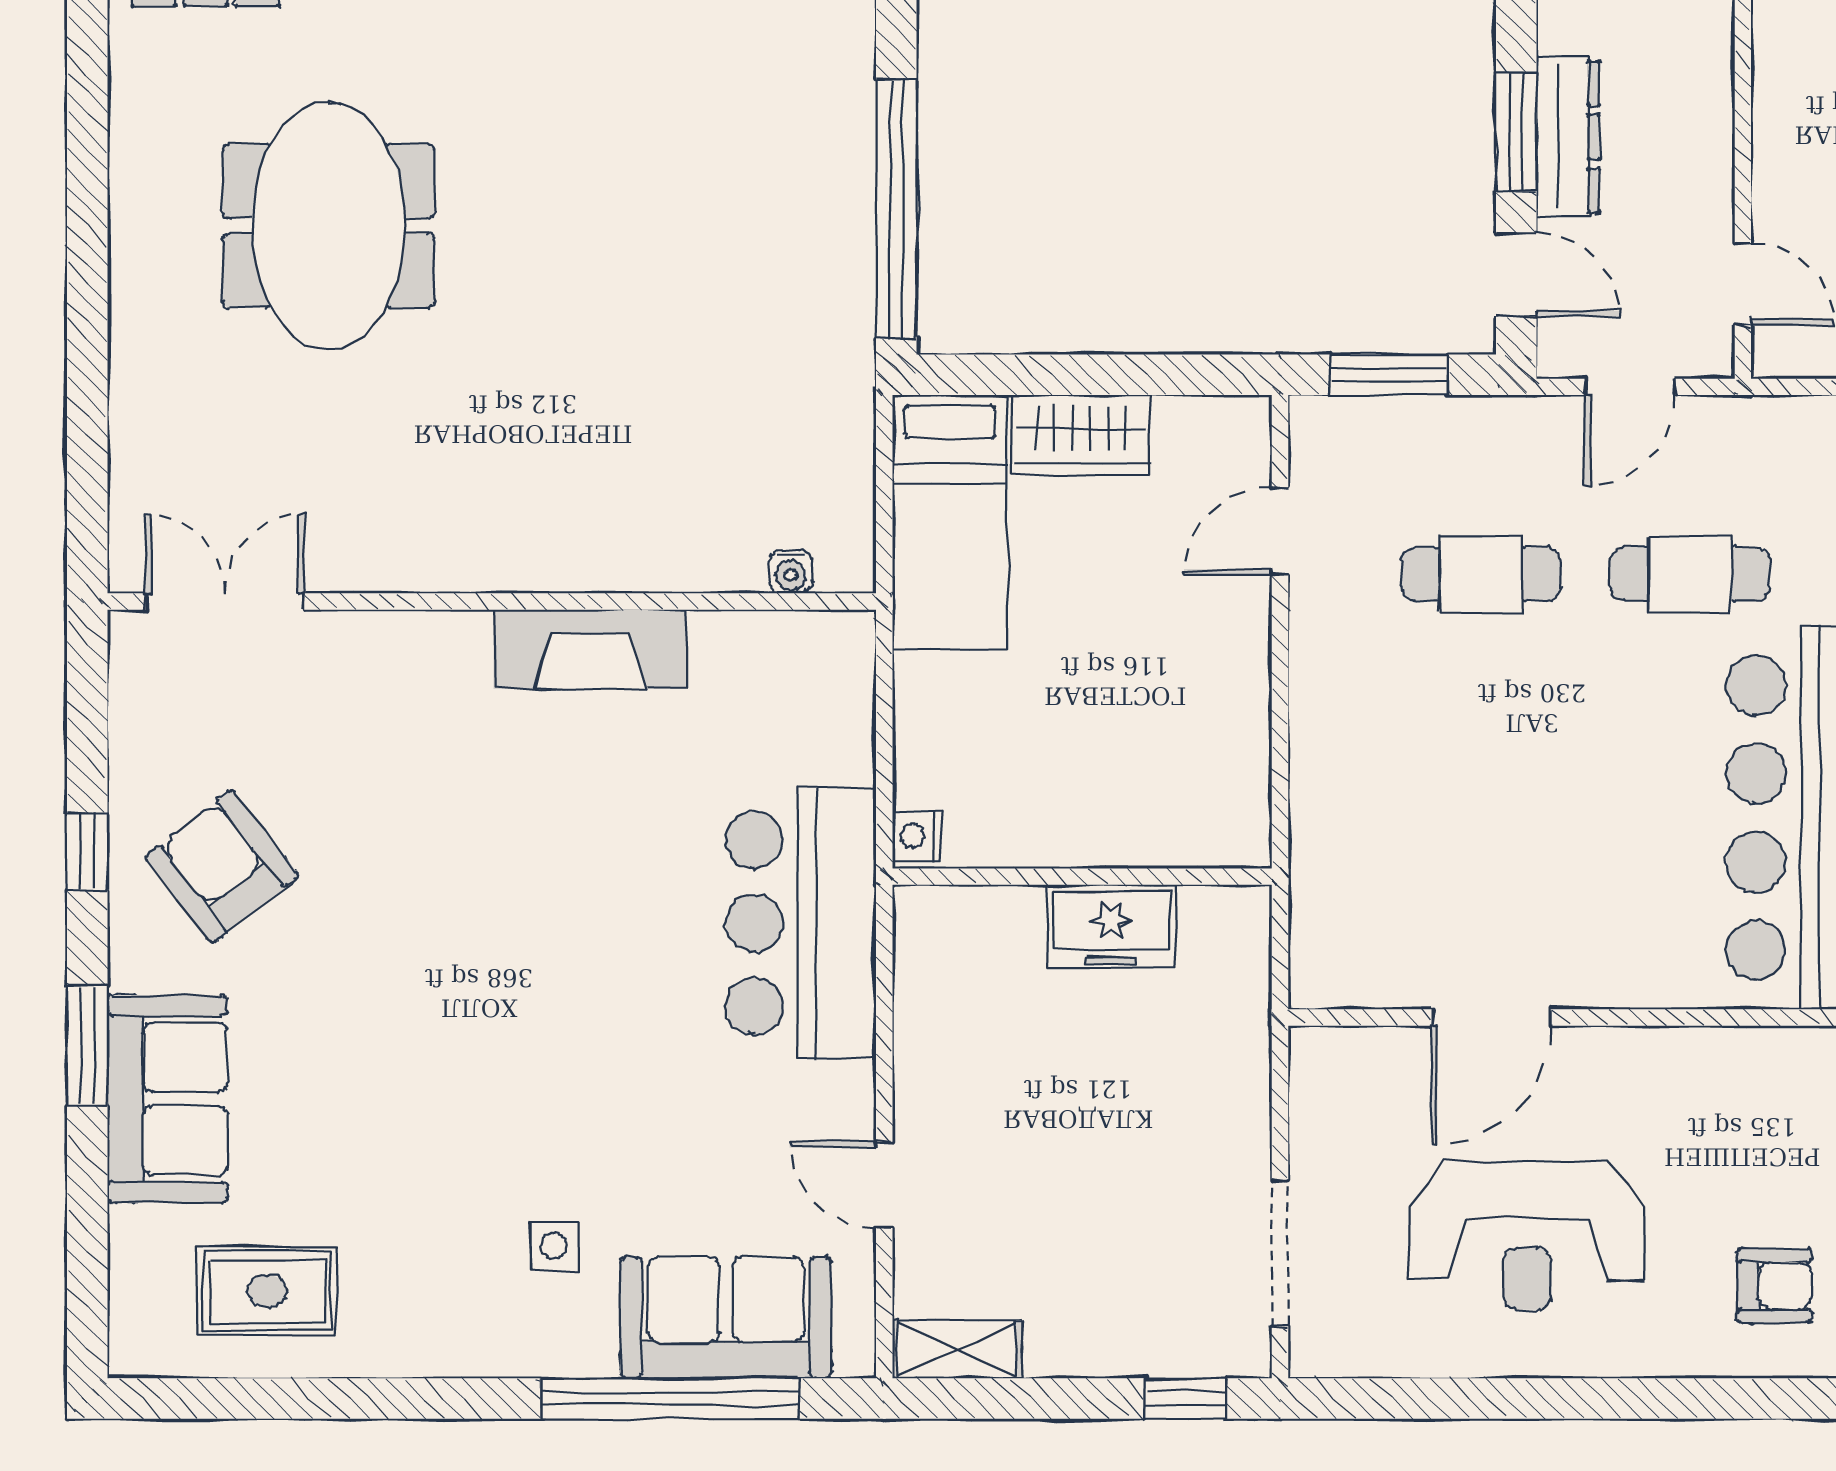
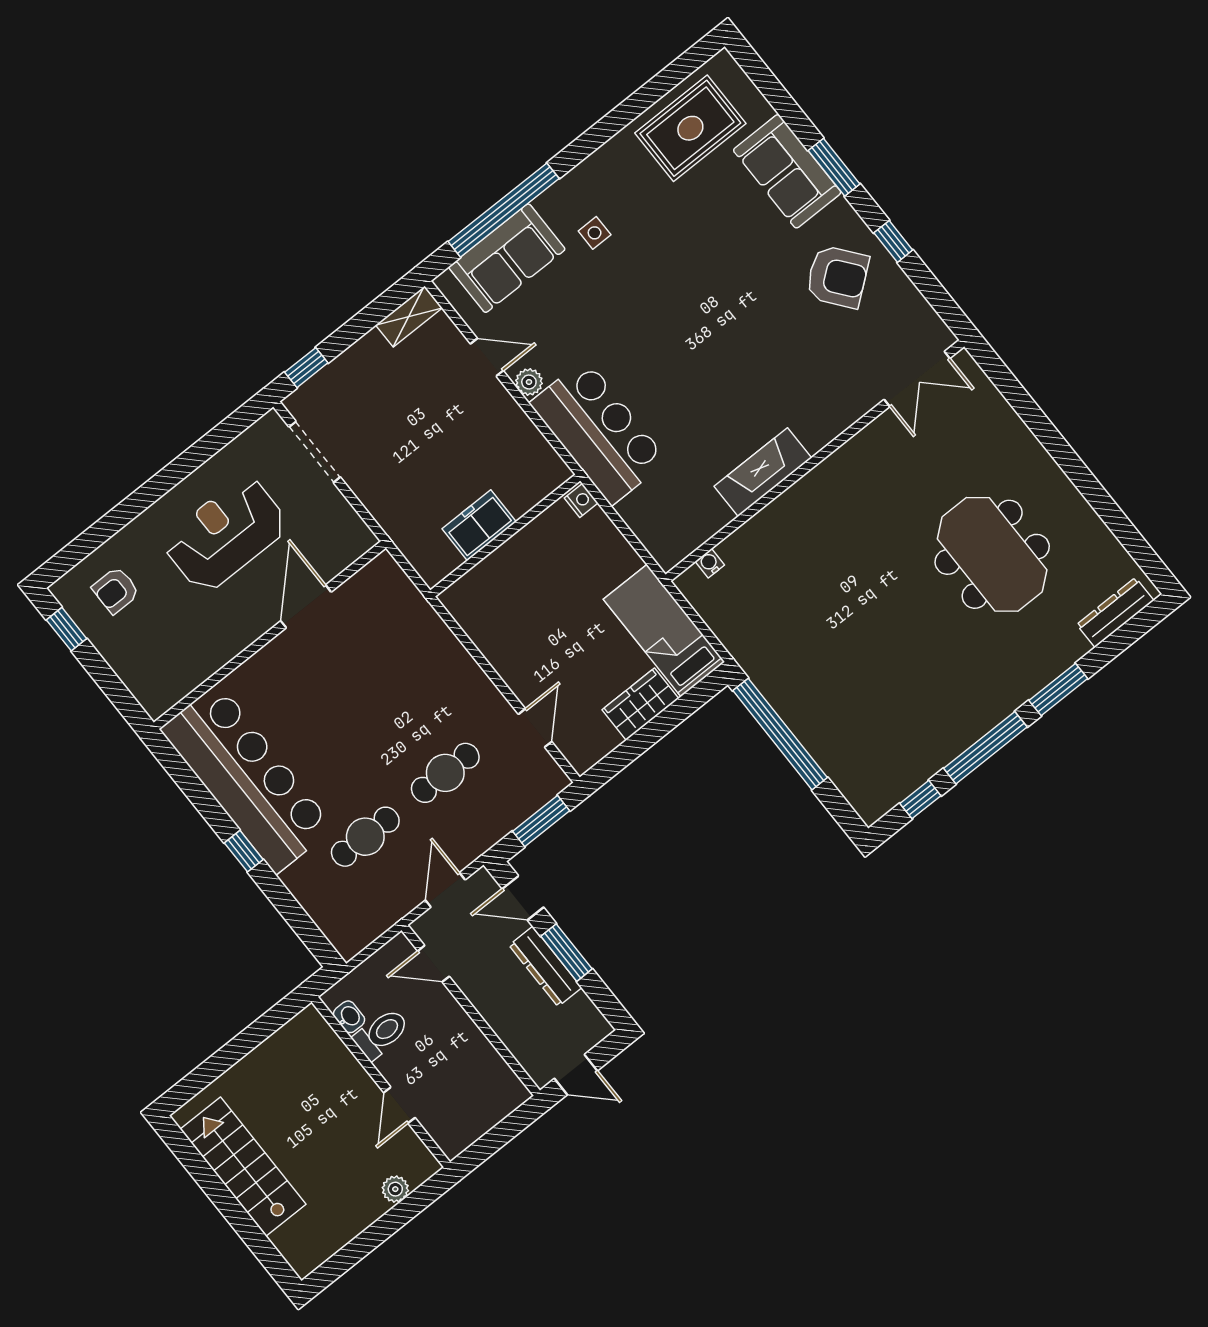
plant: (849, 1092) -> (529, 382), added
rug: (267, 1291) -> (690, 128), width x1.36, depth x1.43

